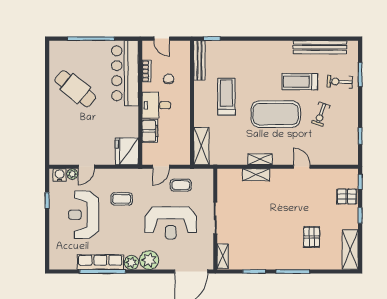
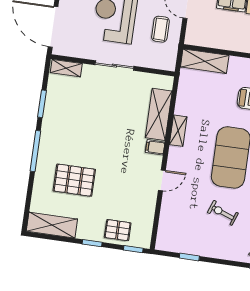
shelving: (256, 175) -> (159, 114), width x1.50, depth x1.33
filing cabinet: (276, 176) -> (155, 147), added
pallet: (347, 196) -> (118, 230), turned 90
pallet: (312, 237) -> (74, 180), width x1.50, depth x1.42

